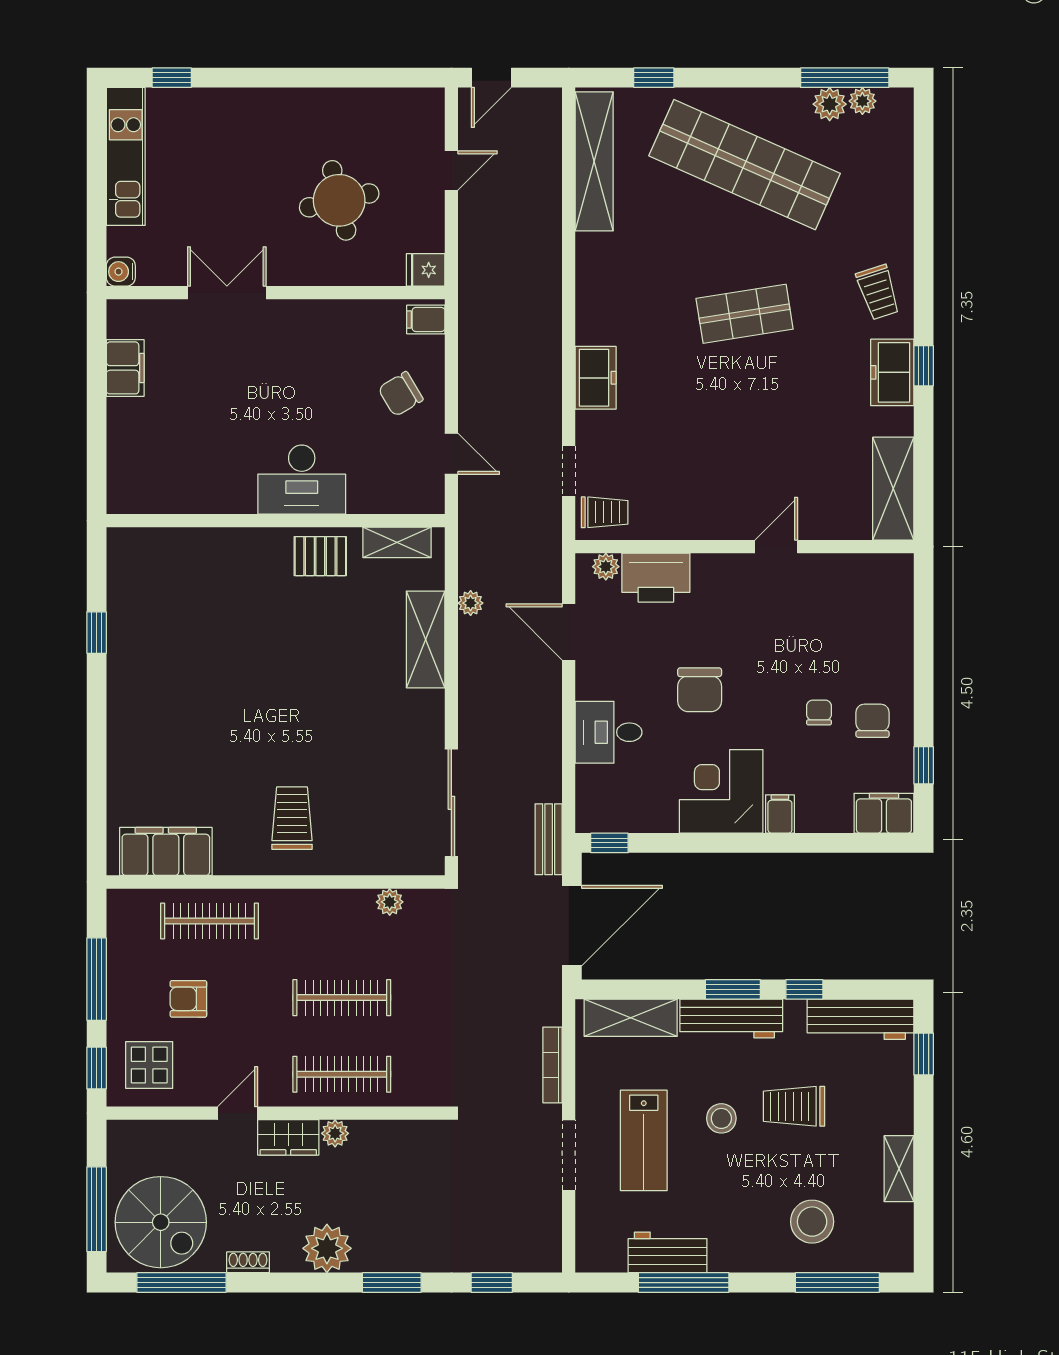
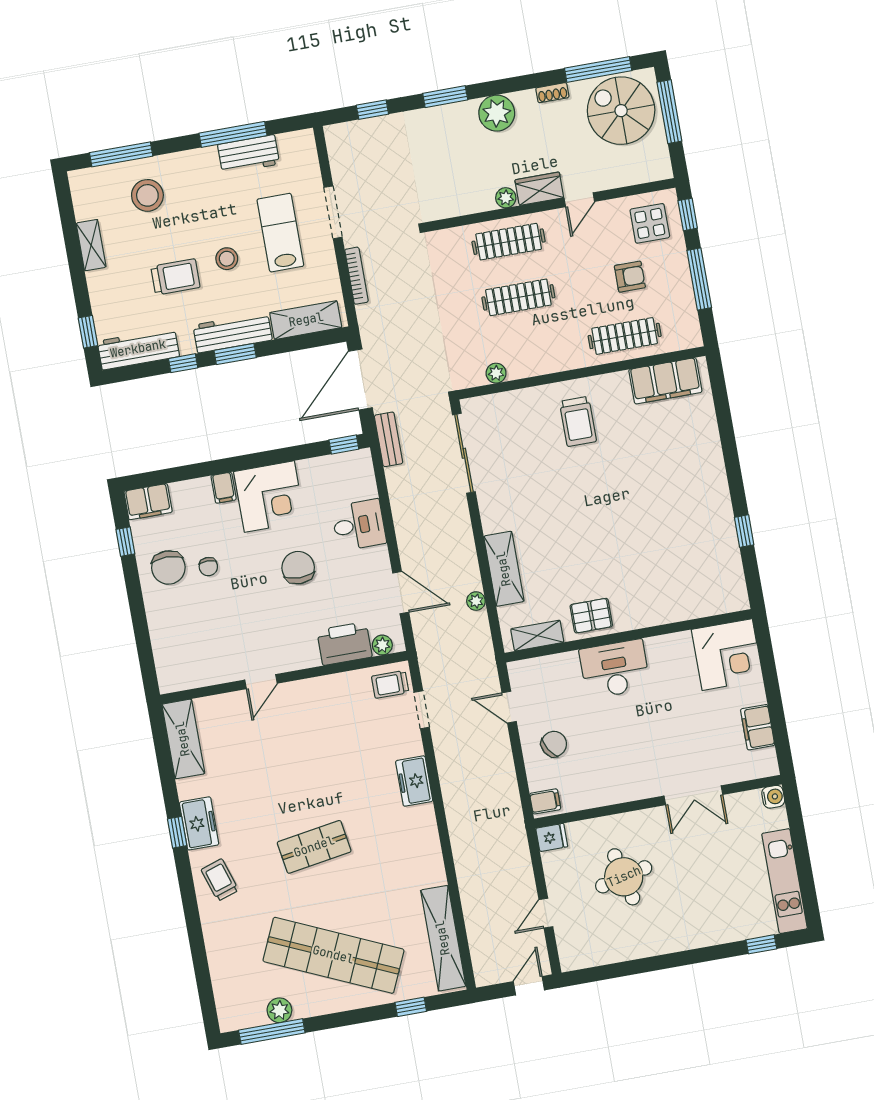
plant: (862, 101) -> (256, 1017), removed
corner desk: (148, 472) -> (727, 655), added
chair: (873, 721) -> (168, 567), width x1.37, depth x1.37

